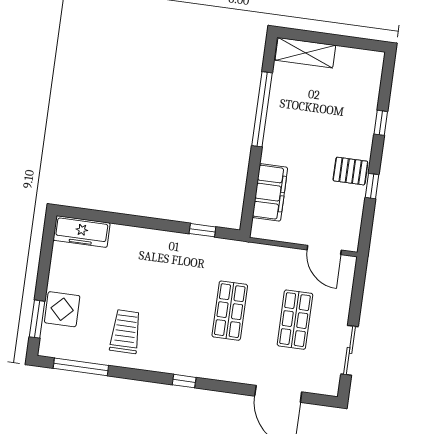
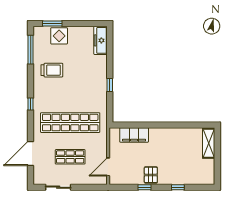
window: (262, 109) -> (176, 125), removed
window: (202, 230) -> (110, 85), moved
shop shelf: (230, 311) -> (70, 123), width x2.00, depth x1.36

